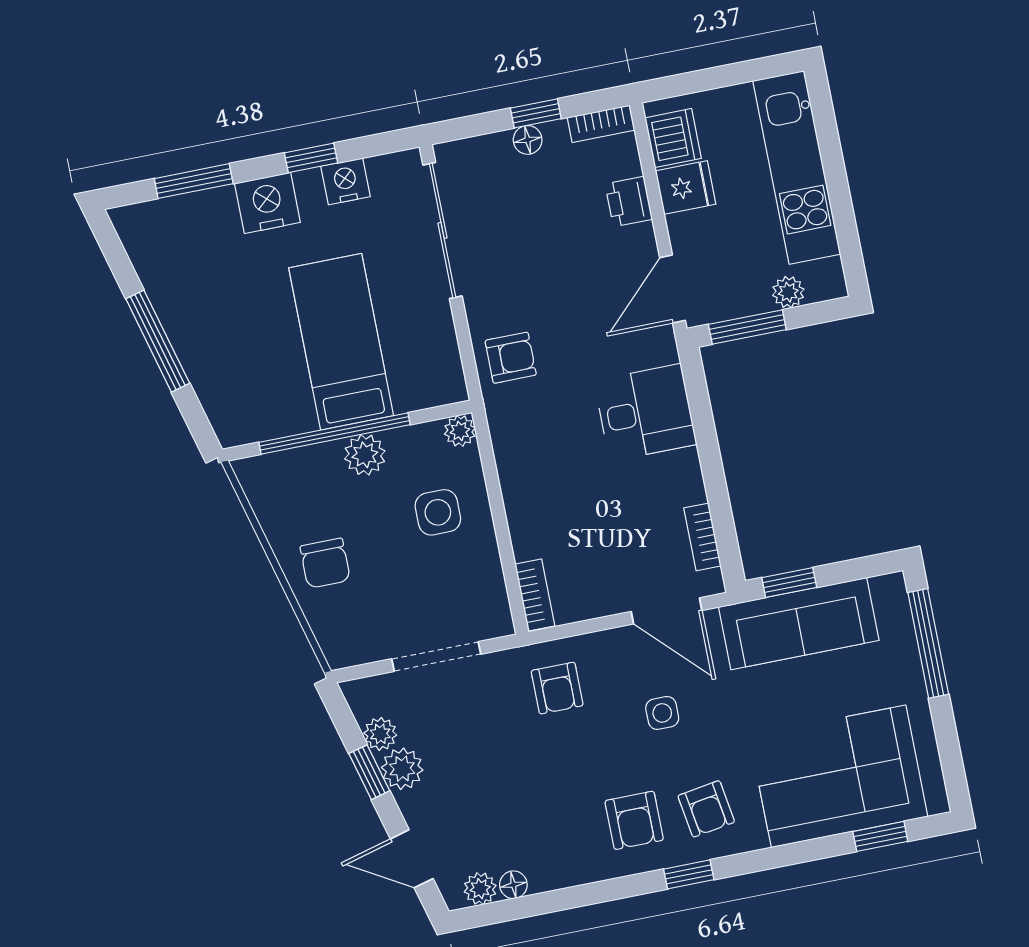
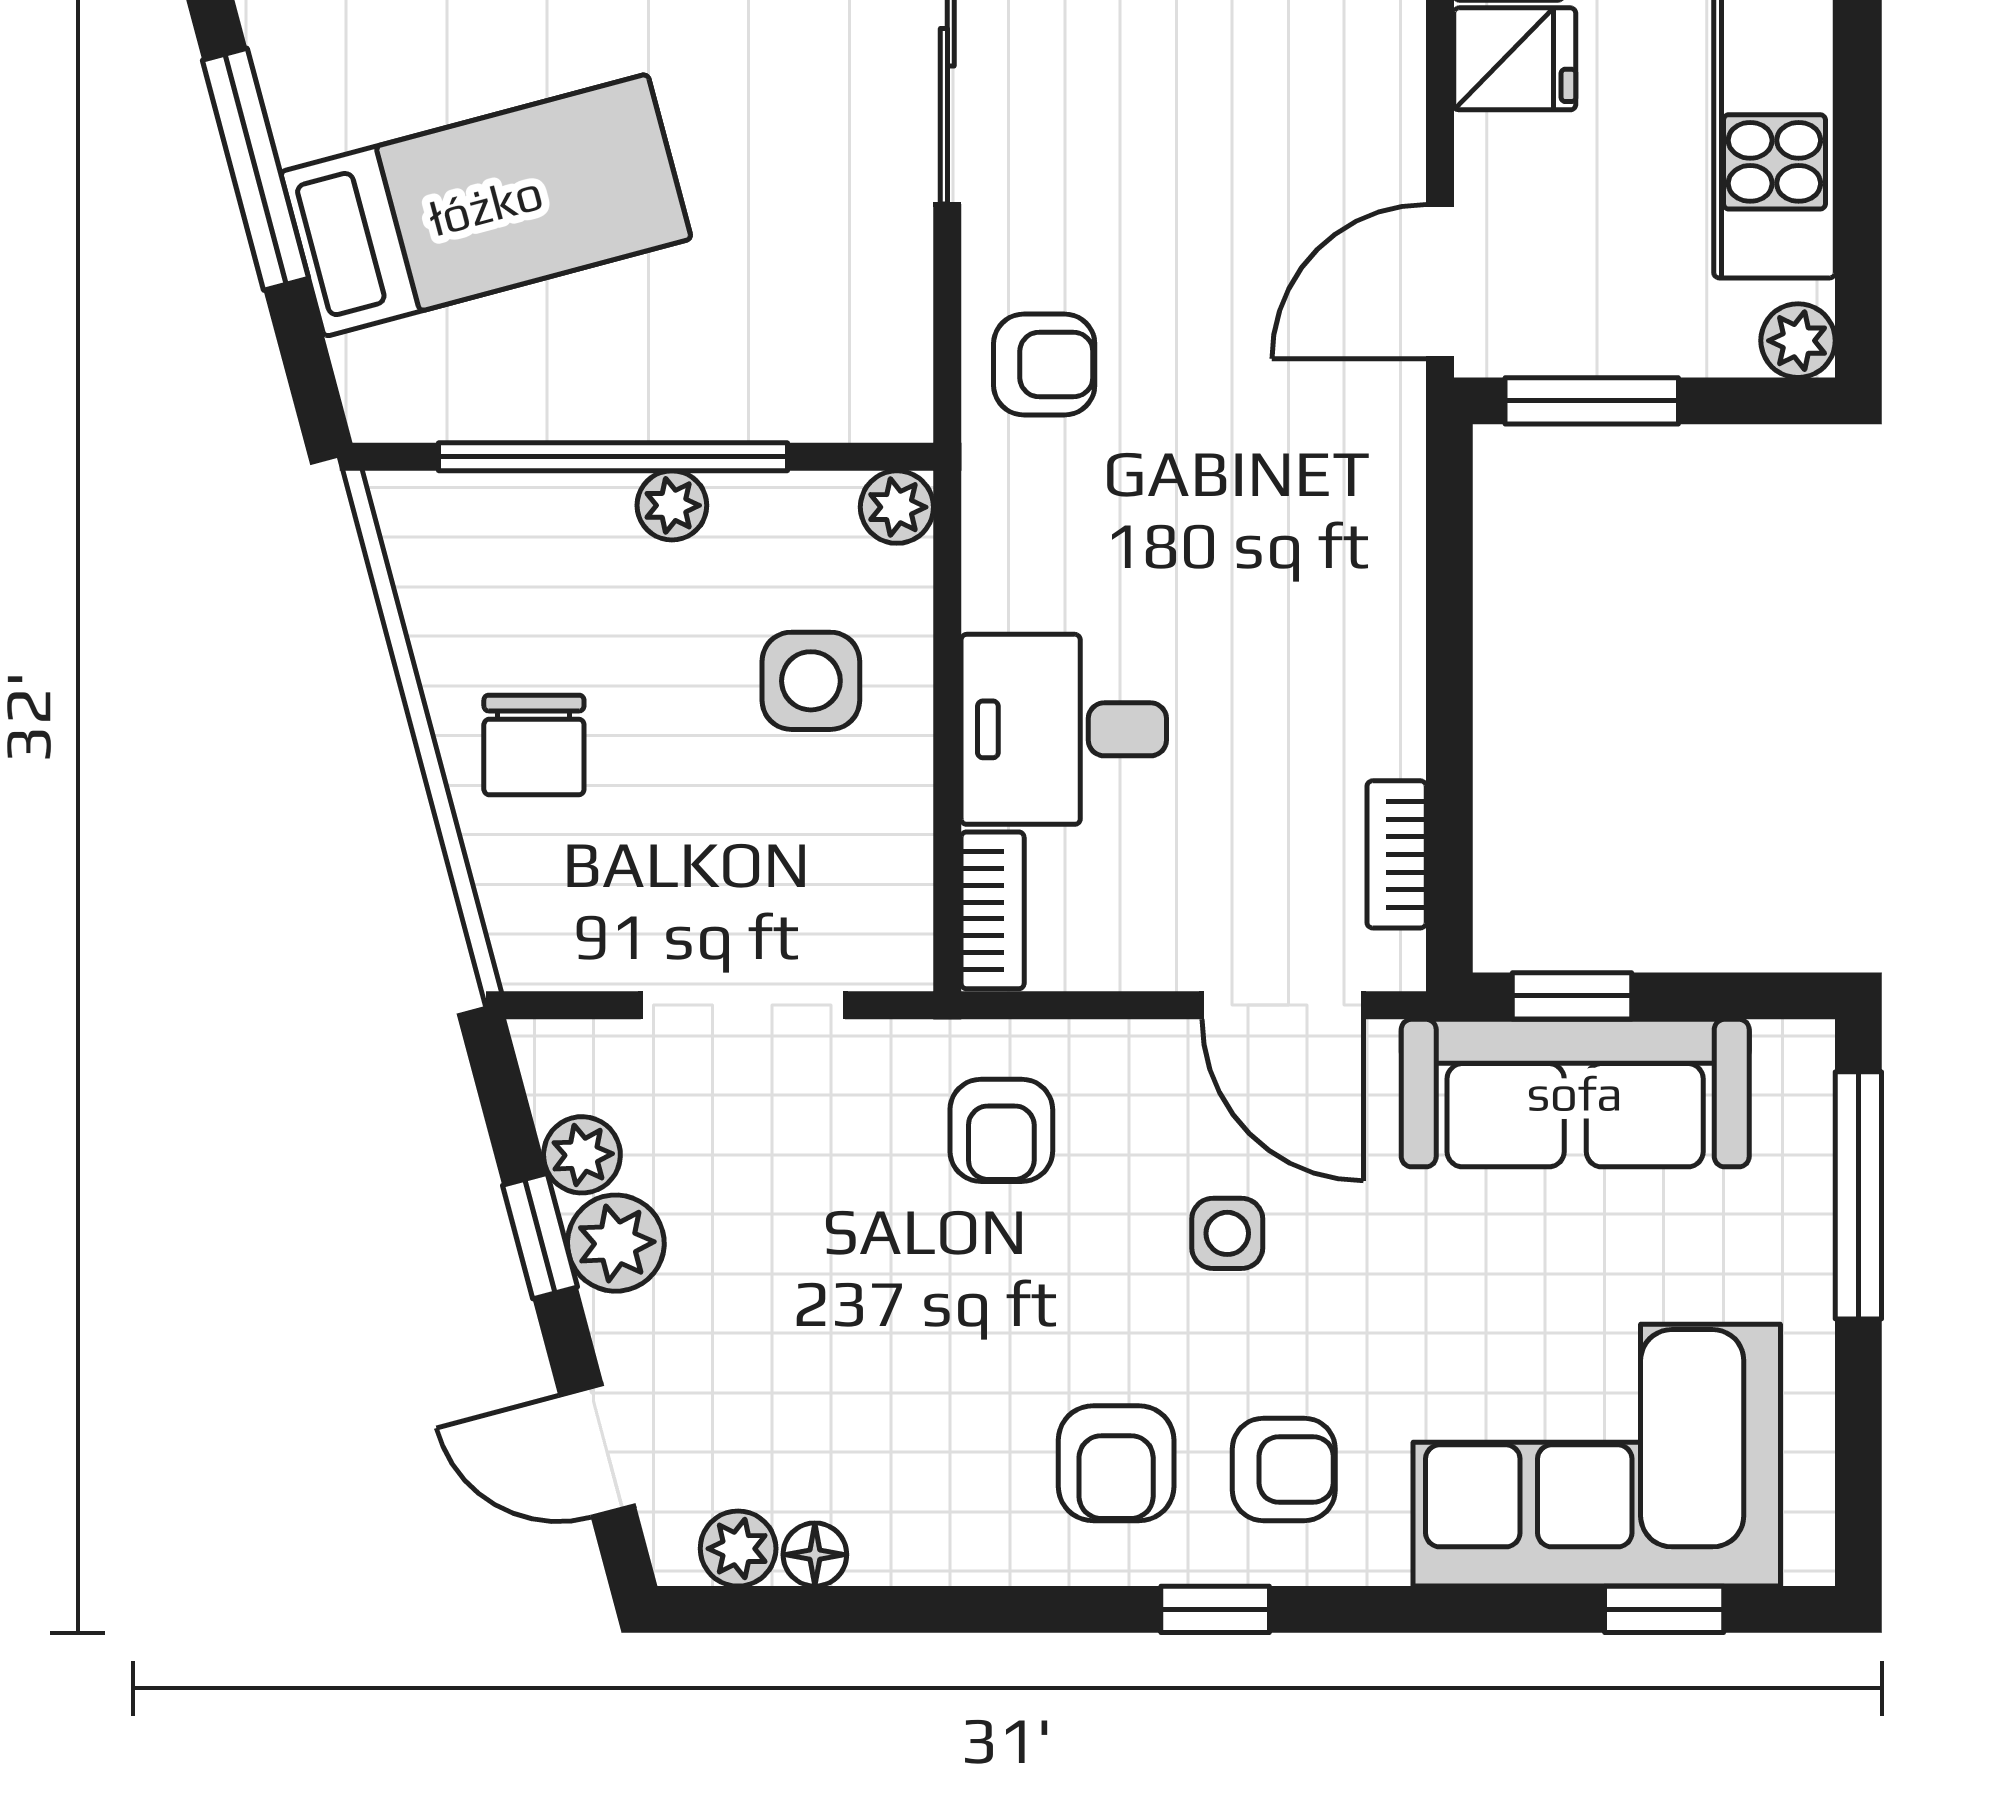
printer: (629, 202) -> (1380, 65), removed
plant: (788, 292) -> (1798, 341), moved
bed: (341, 342) -> (486, 205), moved, turned 75
desk: (645, 412) -> (1064, 729), moved, turned 180
plant: (365, 455) -> (672, 505), width x0.73, depth x0.73
armchair: (706, 809) -> (1284, 1469), turned -81

